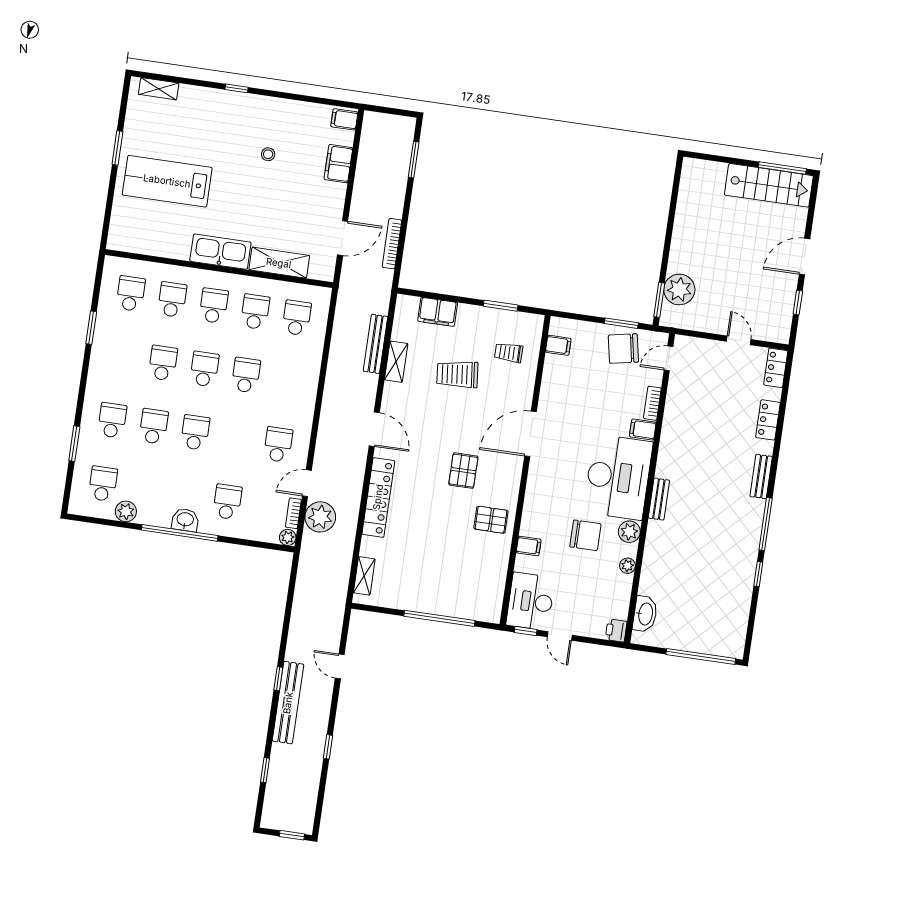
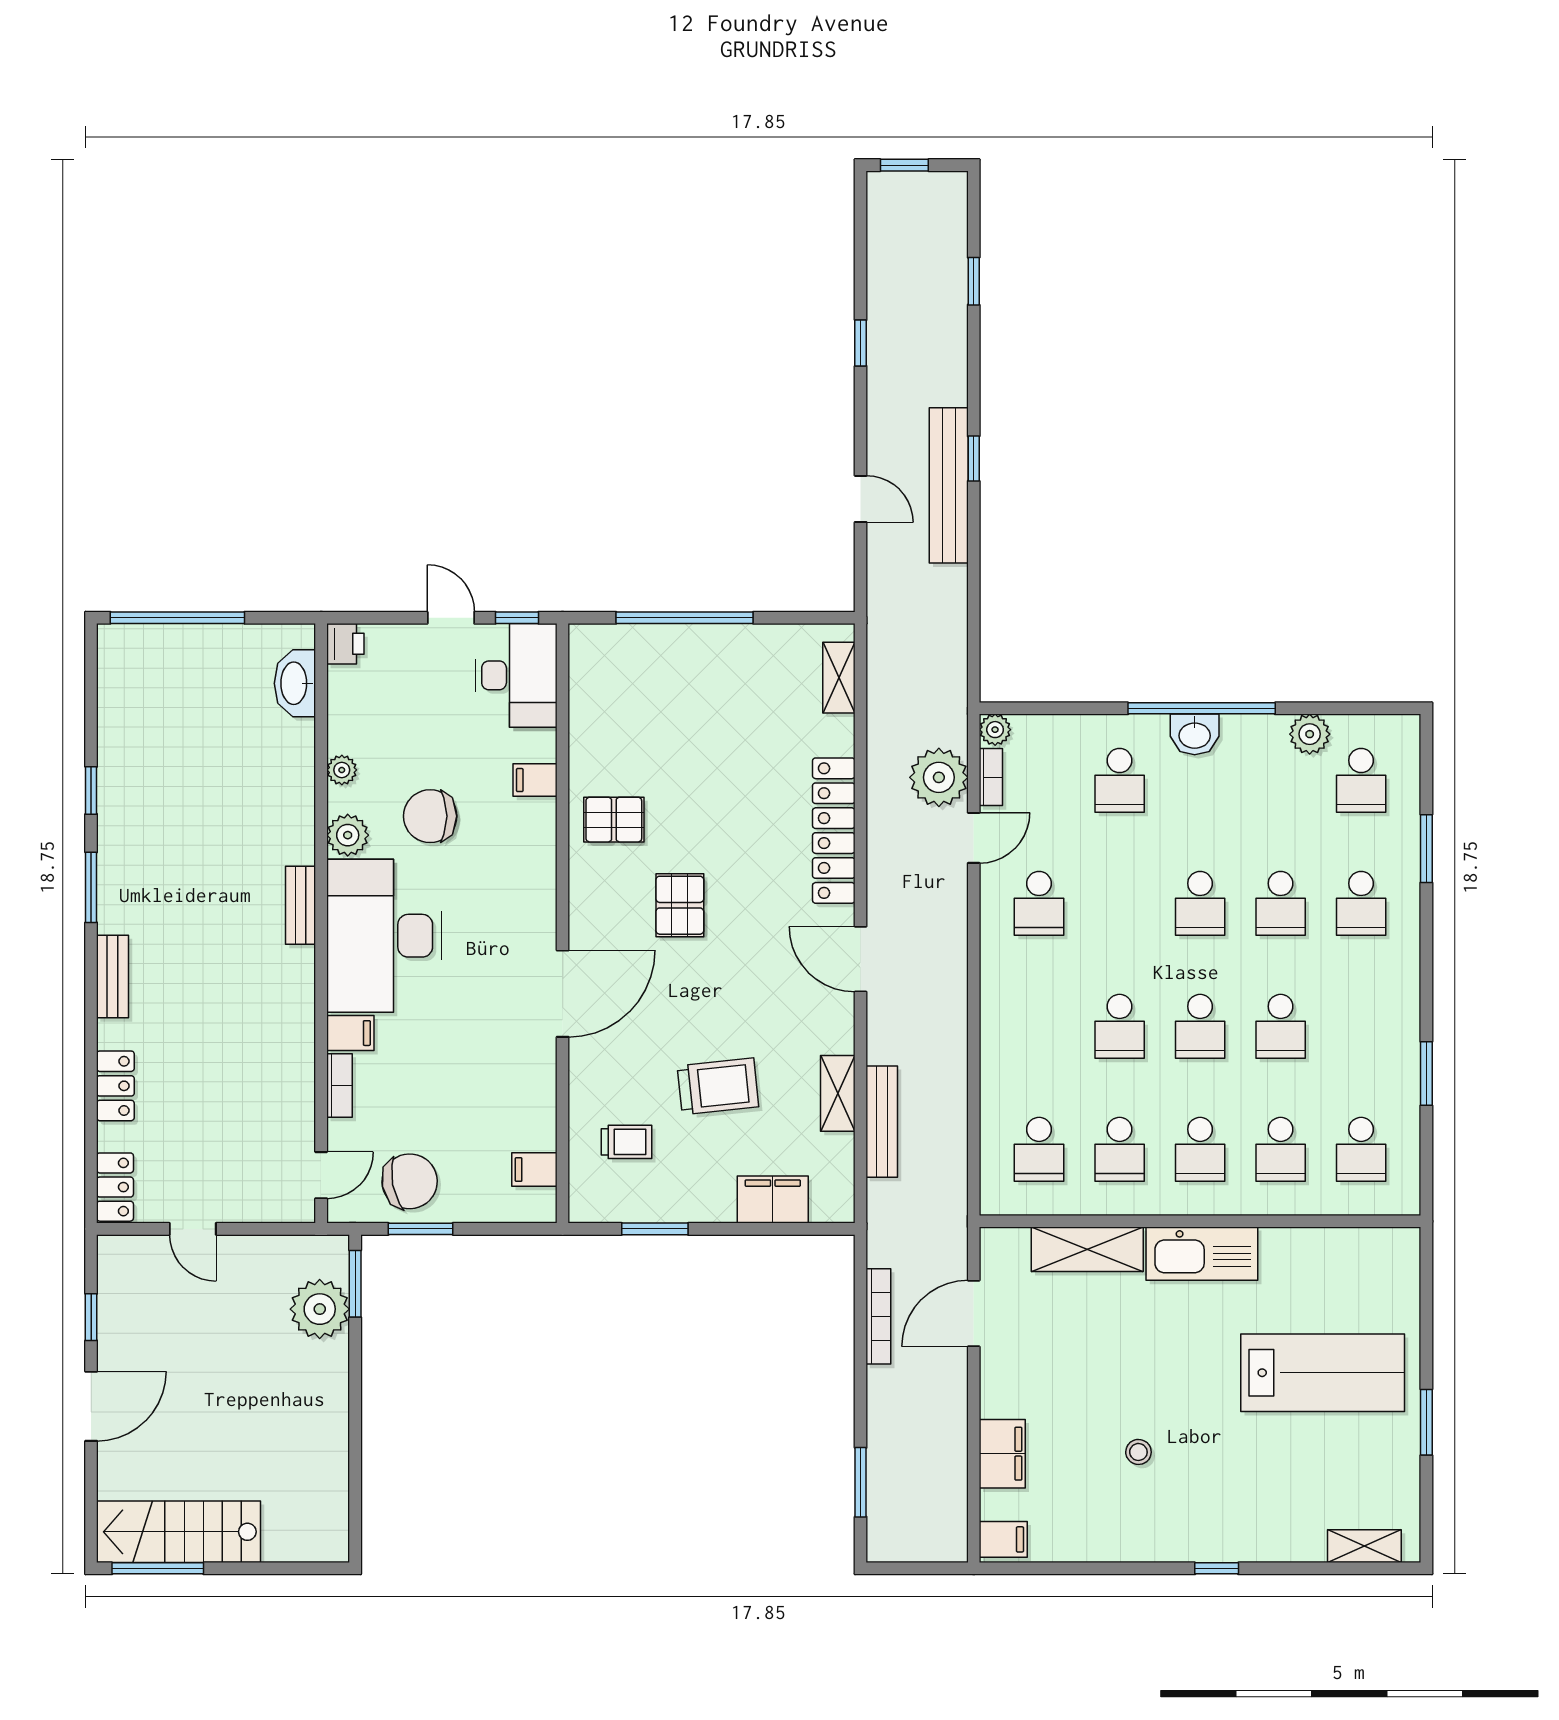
window: (766, 524) -> (91, 887), width x0.69
bench: (288, 703) -> (949, 485), moved

